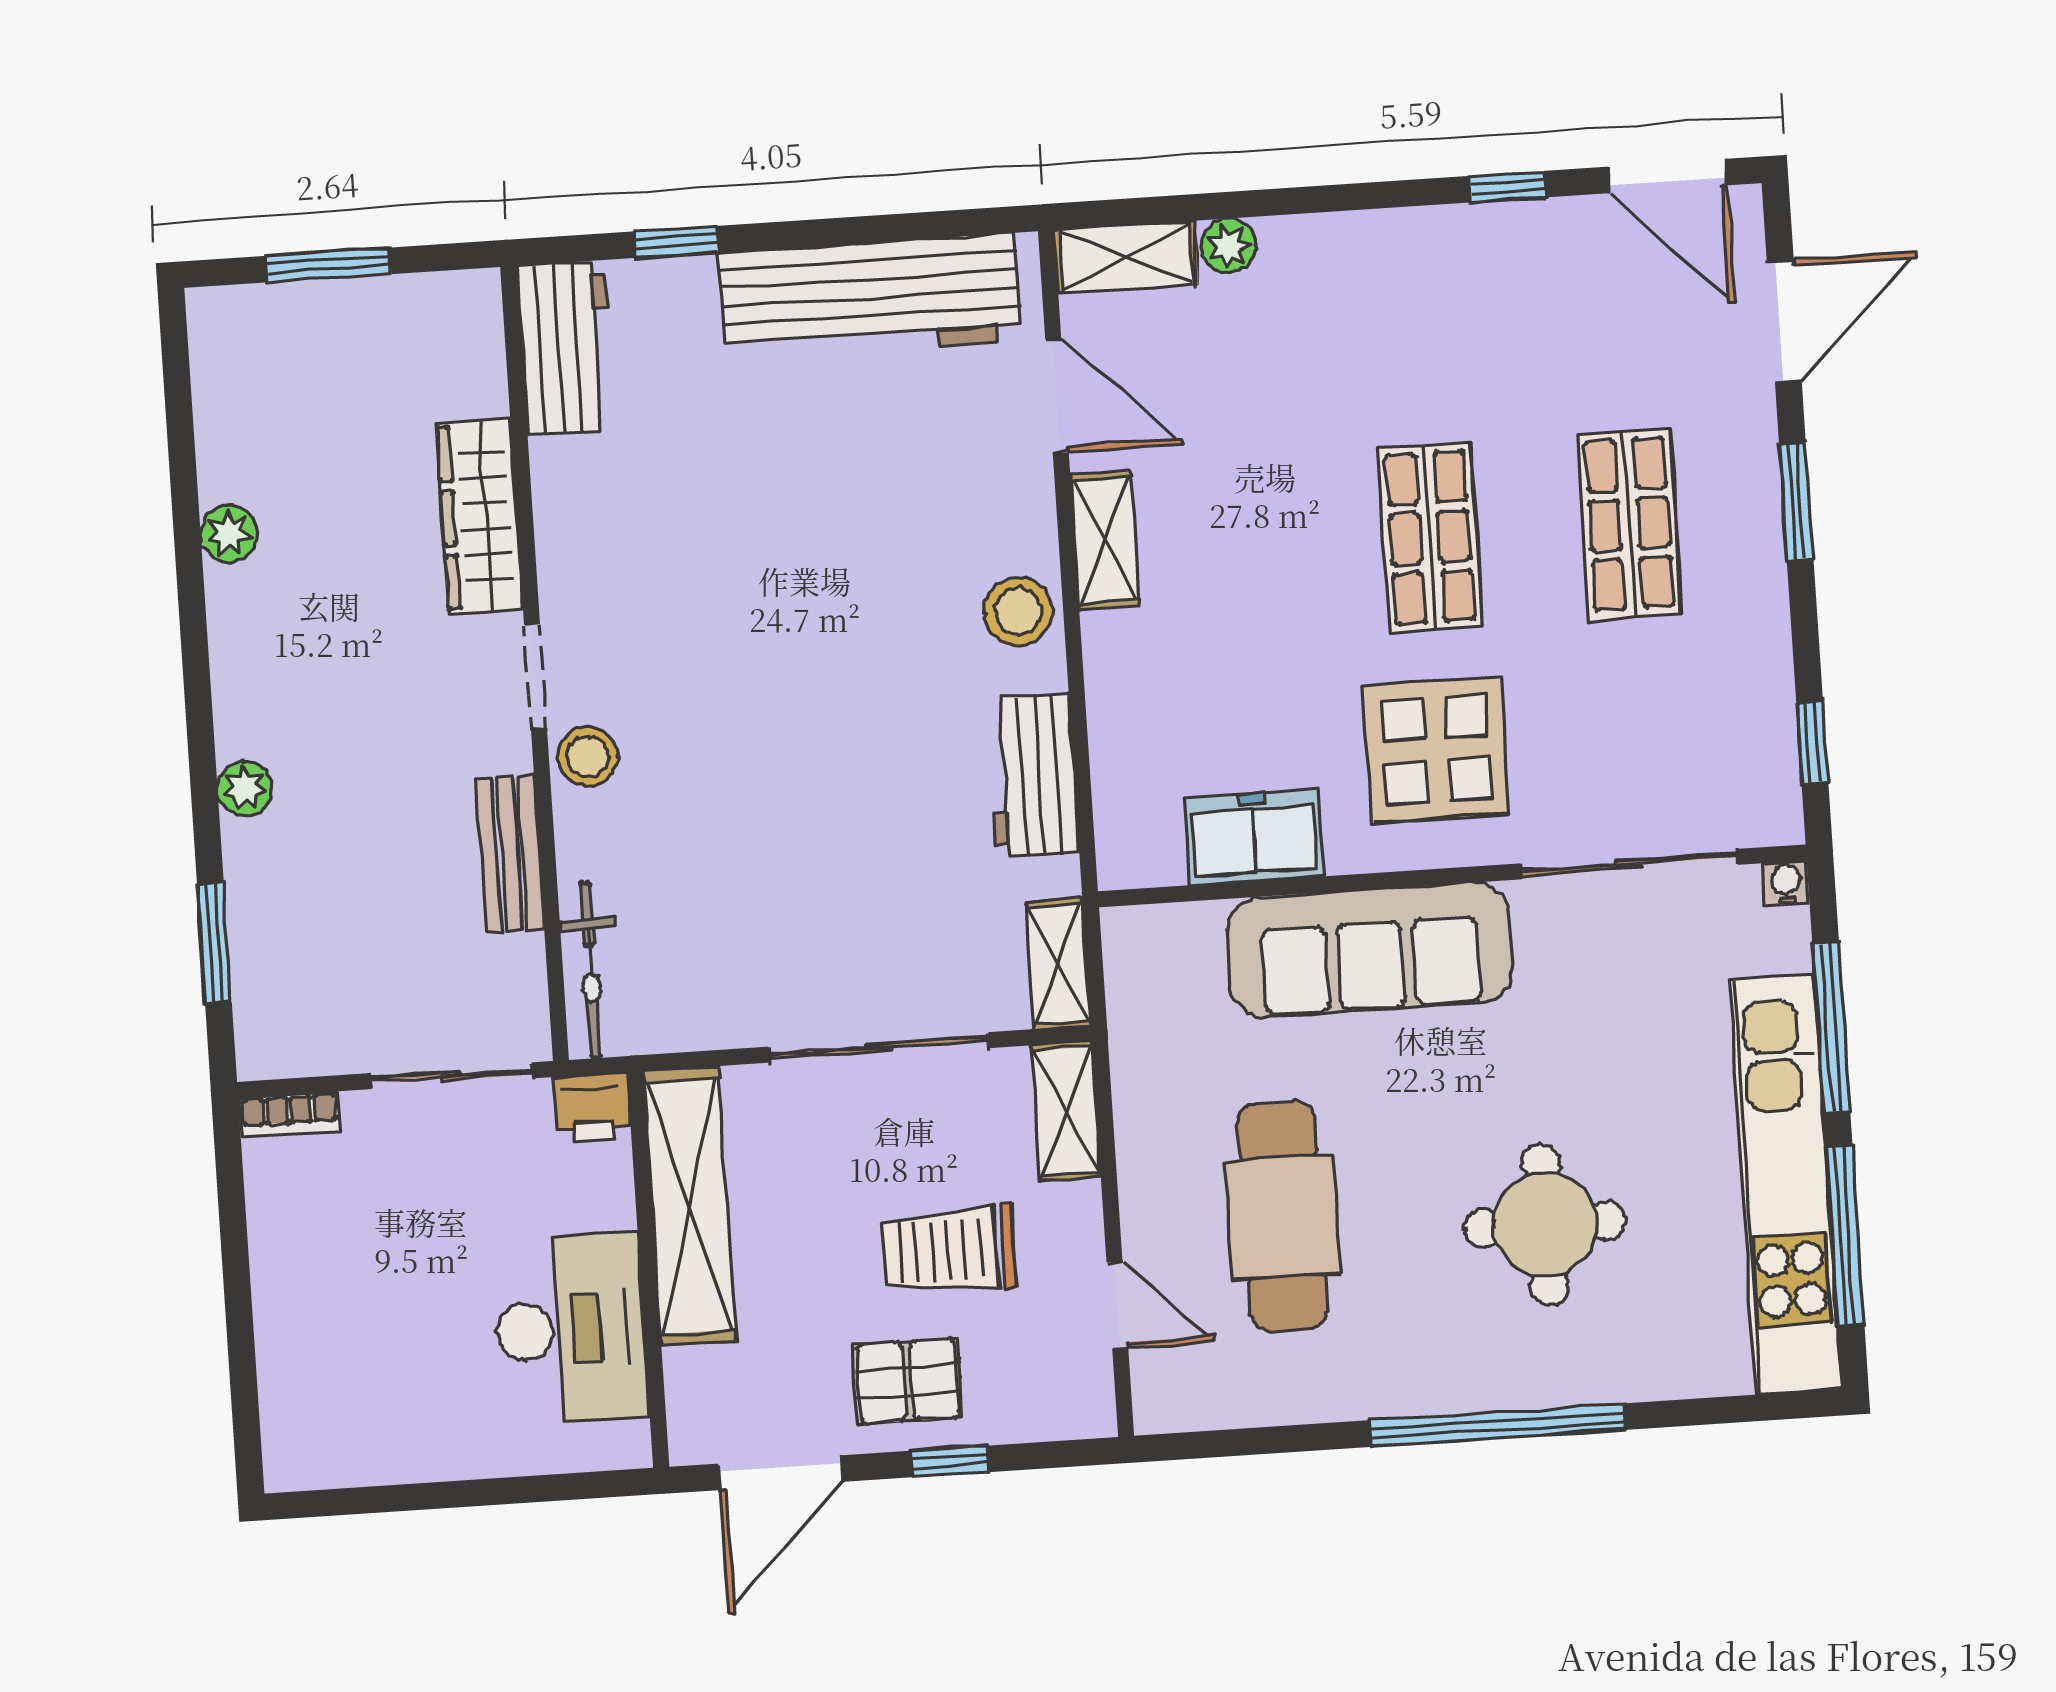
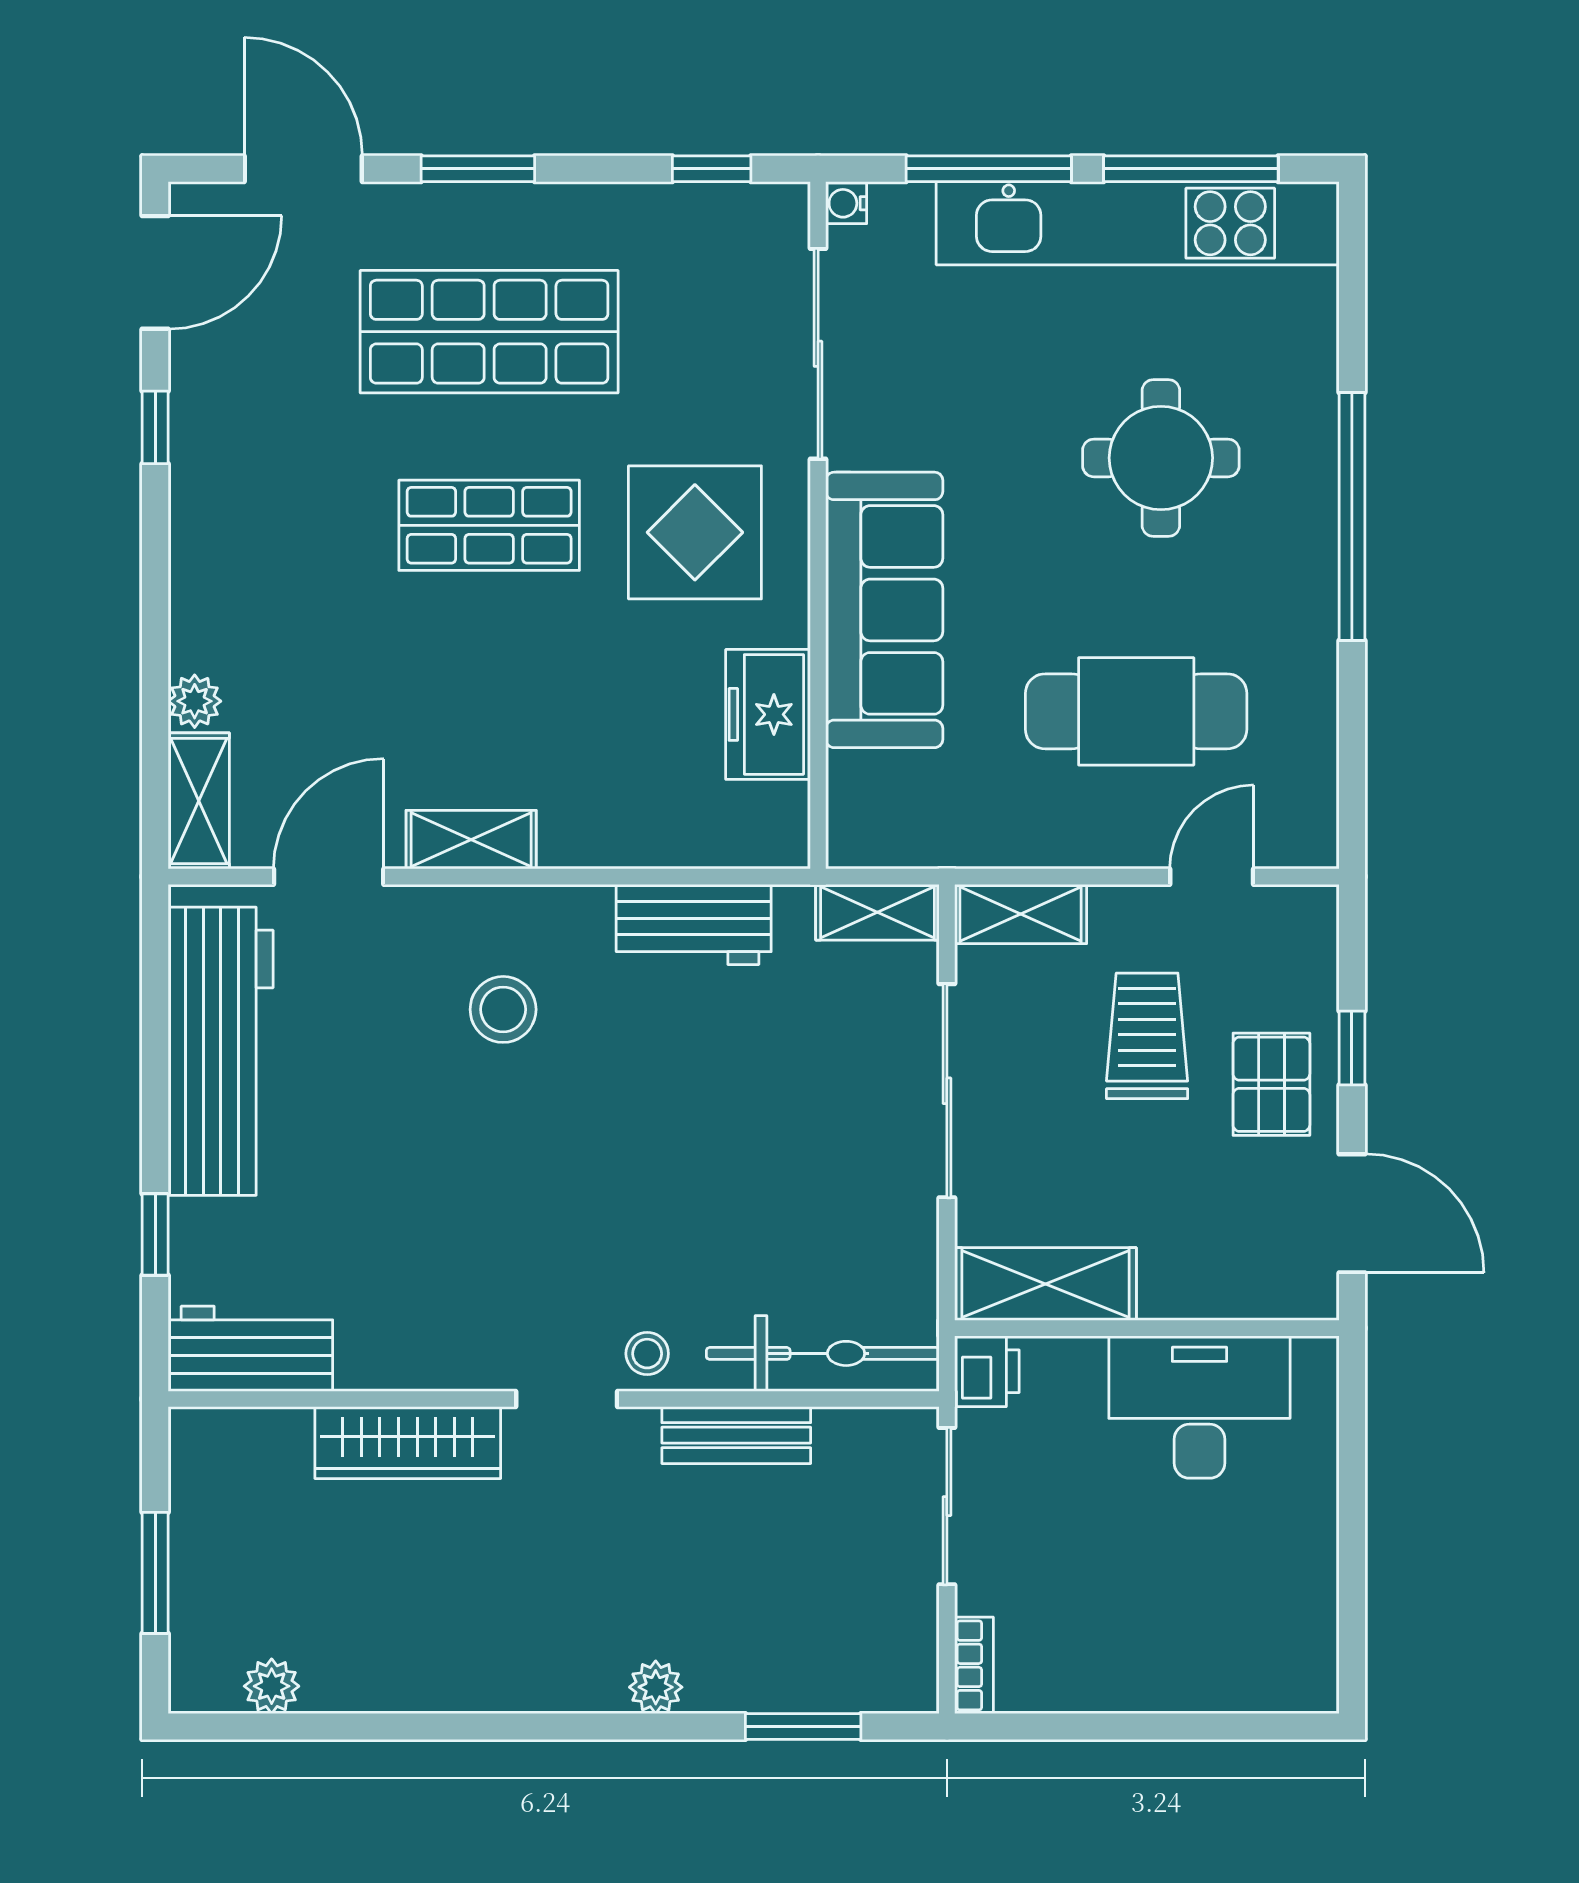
shop shelf: (1629, 524) -> (489, 332), width x1.43, depth x1.36
plant: (229, 534) -> (272, 1686), moved
stool: (1018, 611) -> (503, 1009), moved
stool: (588, 757) -> (647, 1354), width x0.73, depth x0.73
bicycle: (591, 970) -> (823, 1353), width x1.37, depth x1.40
shelving: (690, 1206) -> (1046, 1284), width x0.68
trolley: (949, 1250) -> (1147, 1036), turned 180

